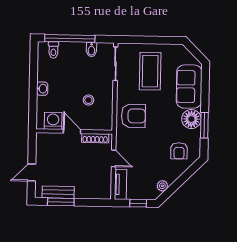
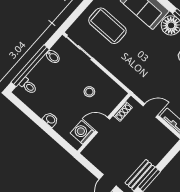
armchair: (133, 116) -> (131, 68), removed
shoe rack: (95, 138) -> (123, 112), width x0.70

